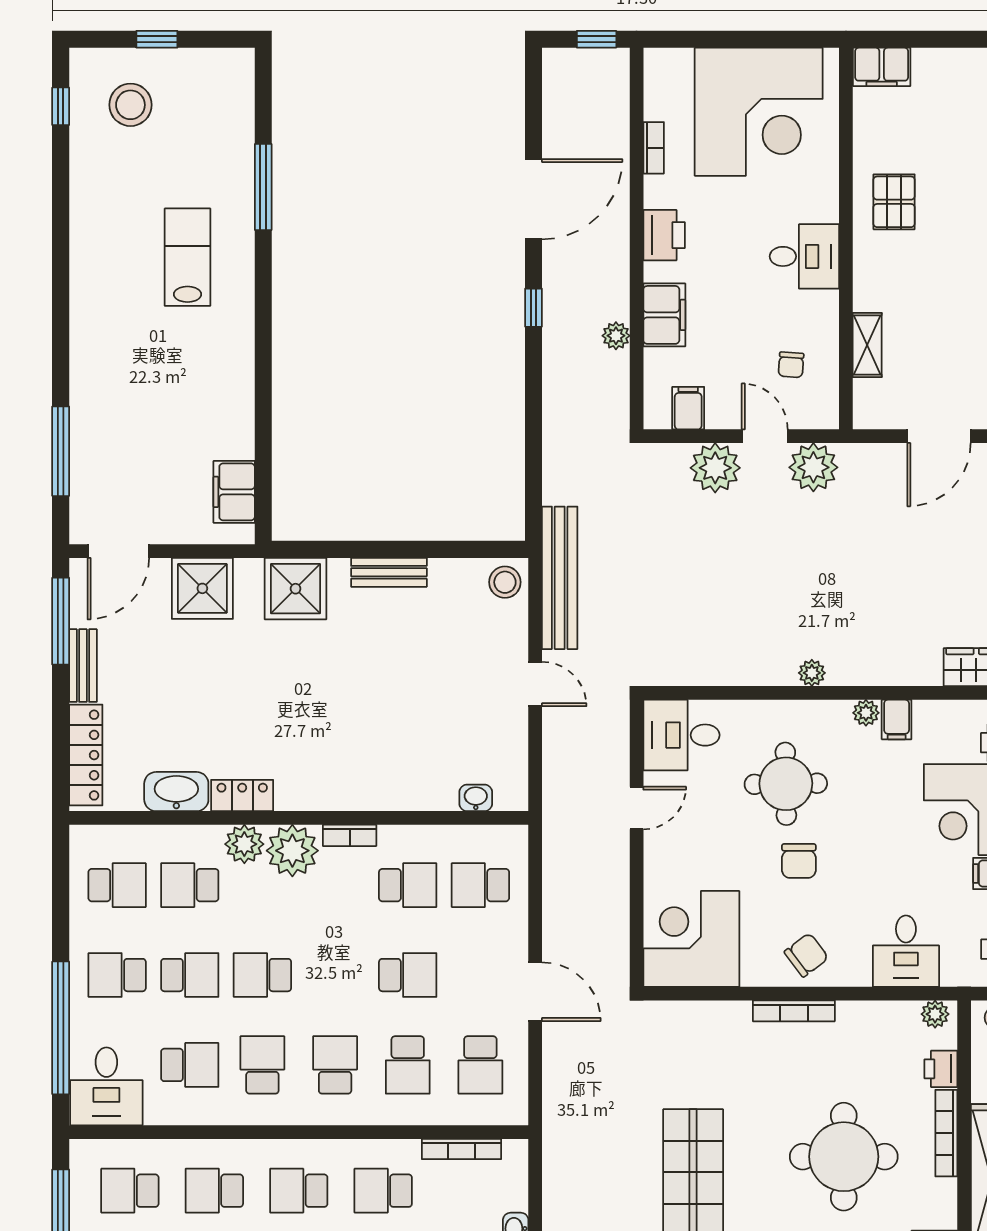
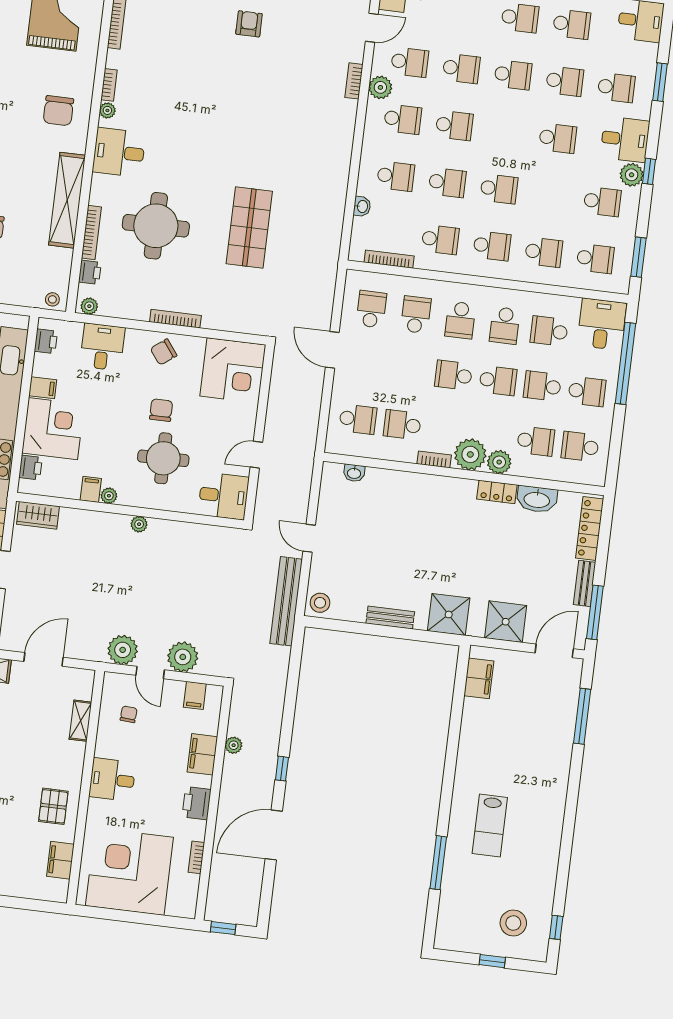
filing cabinet: (882, 67) -> (60, 860), moved, turned -90
school desk: (408, 975) -> (453, 375), moved

